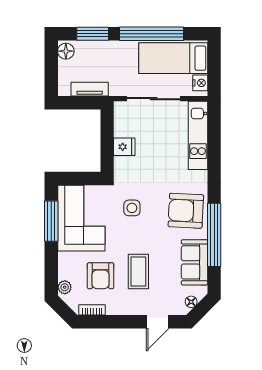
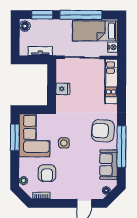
side table: (132, 208) -> (64, 143), moved
coffee table: (138, 271) -> (72, 170), removed

